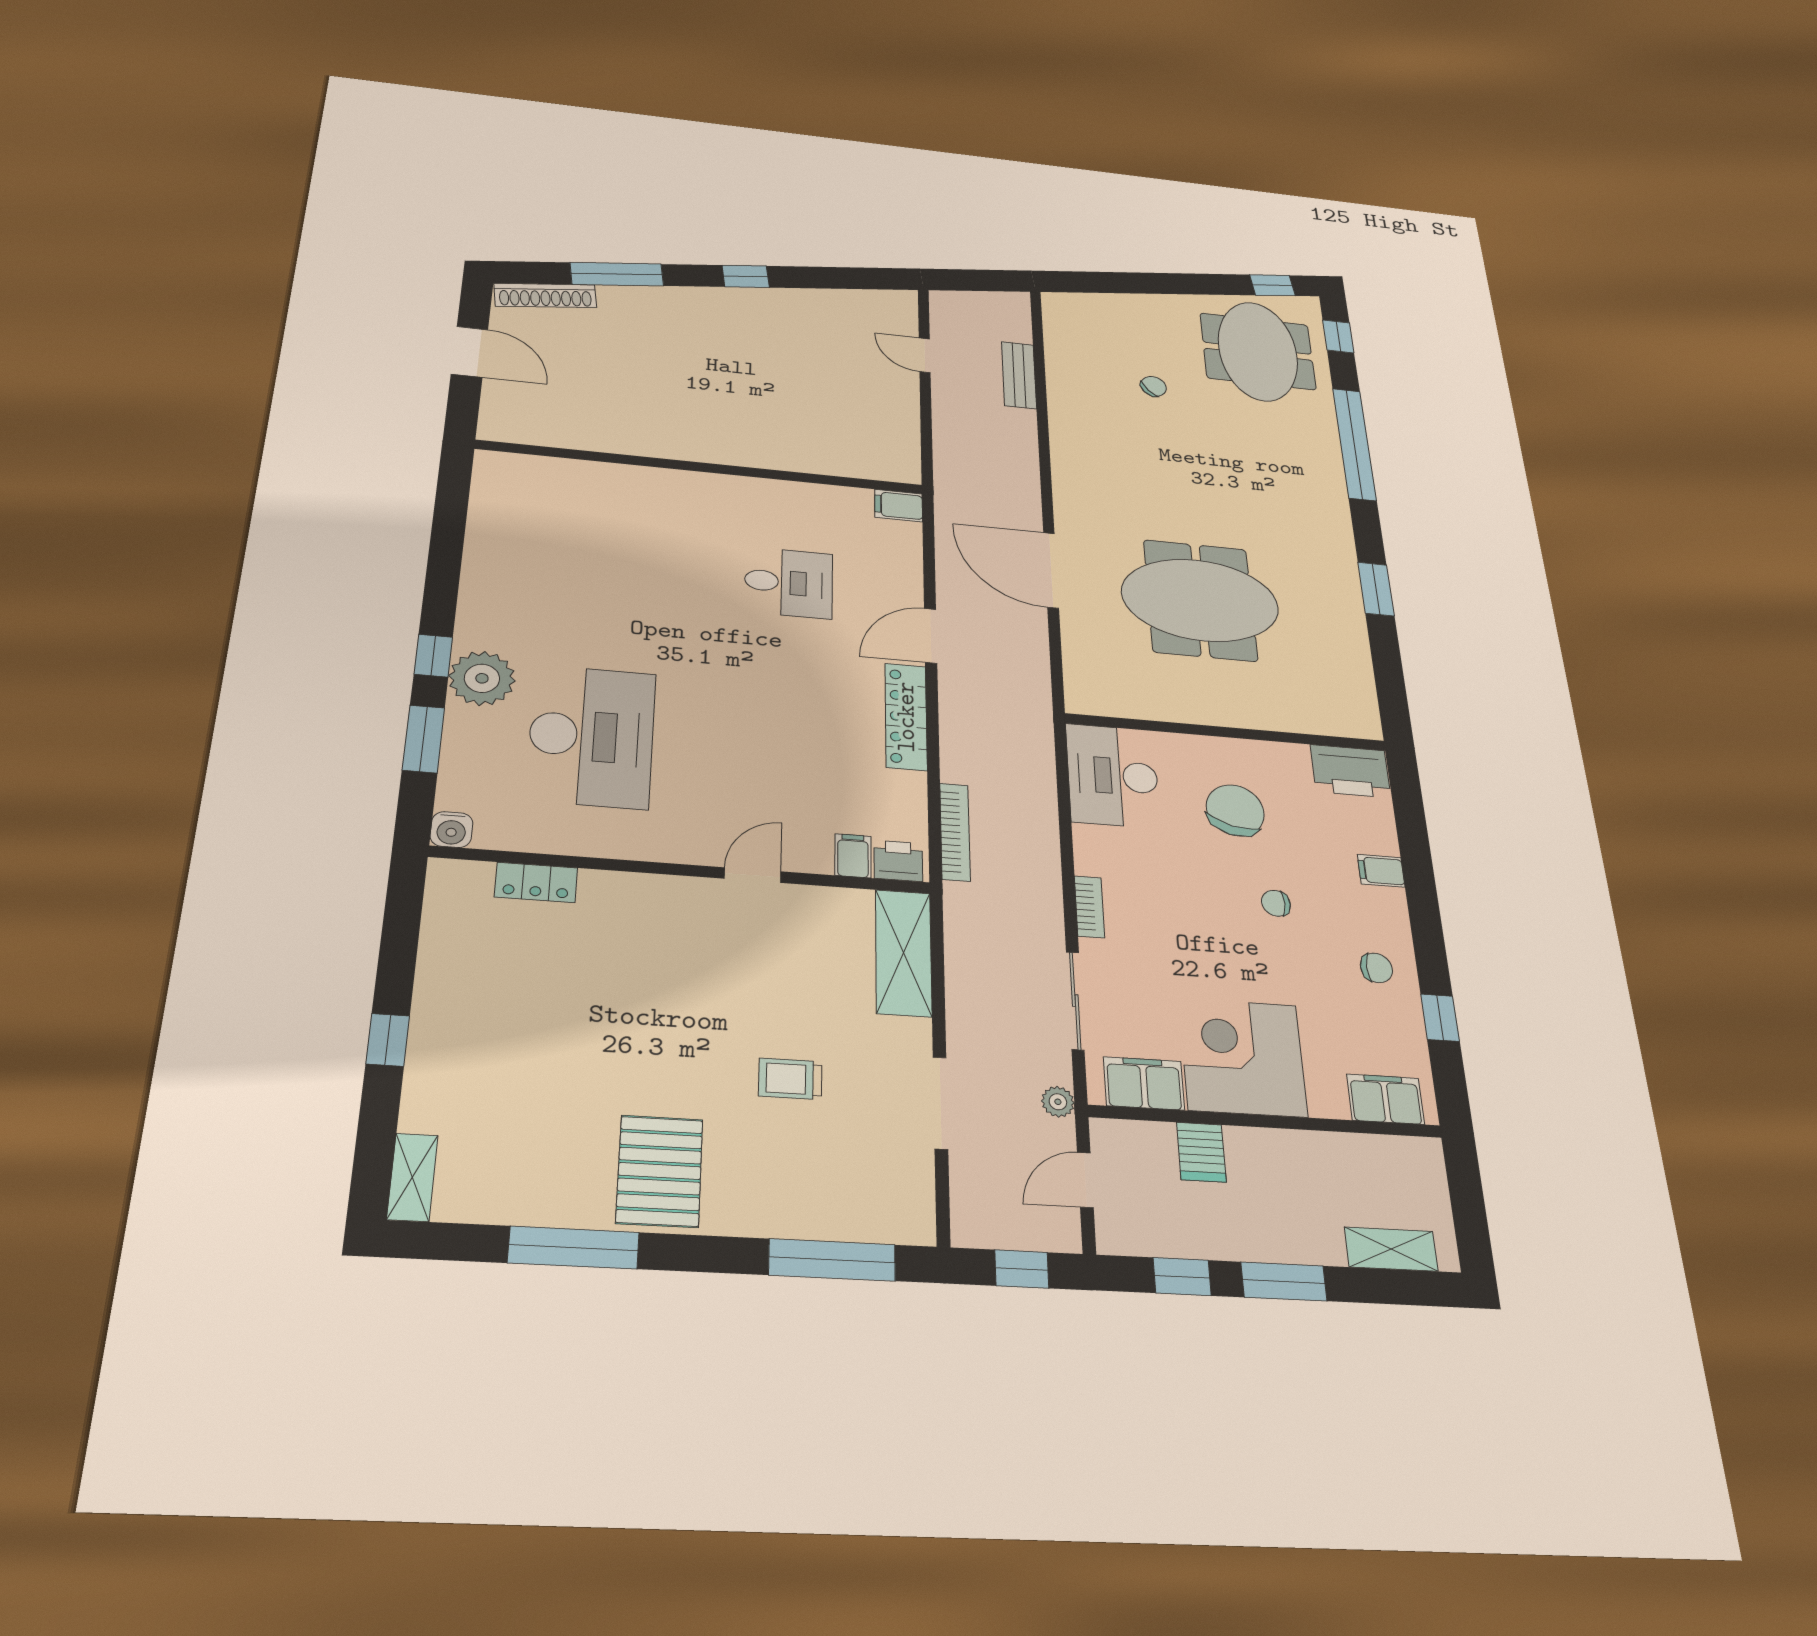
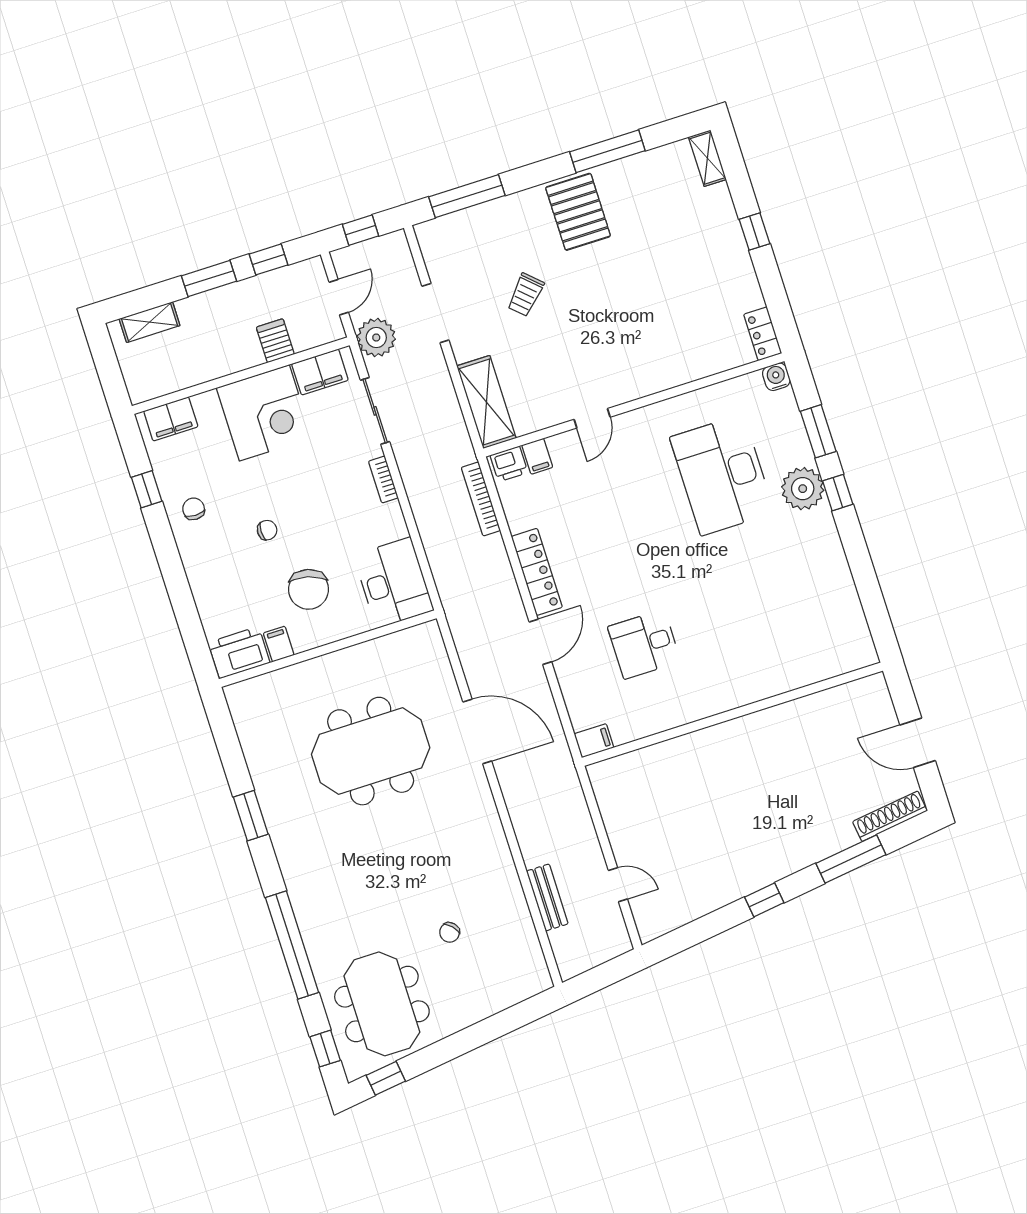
filing cabinet: (1381, 871) -> (279, 644), moved, turned -90
locker: (536, 882) -> (763, 334), moved, turned -90
chair: (1376, 968) -> (194, 509), turned 90
trolley: (790, 1079) -> (526, 295), turned 133
plant: (1058, 1102) -> (376, 338), width x1.88, depth x1.88

